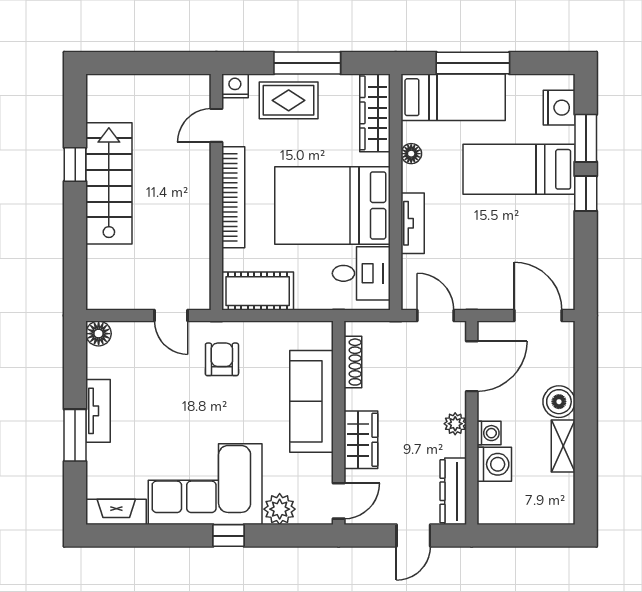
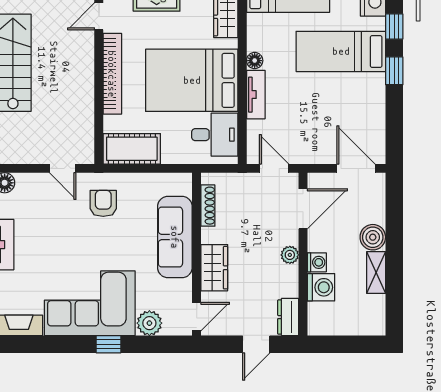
window: (586, 138) -> (394, 27), width x0.67
floor lamp: (411, 154) -> (255, 61), moved
dresser: (453, 491) -> (288, 317), width x0.70

